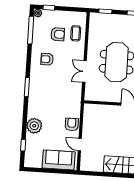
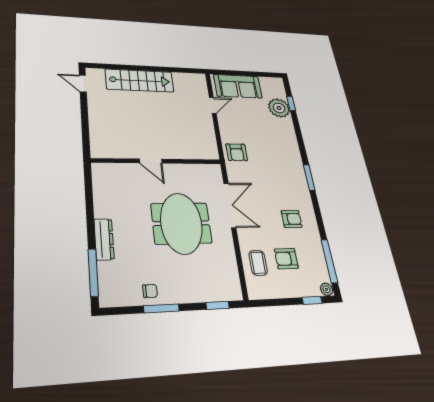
double door: (84, 72) -> (230, 205), width x1.37
armchair: (72, 124) -> (237, 152), moved
plant: (34, 126) -> (279, 108), moved
door: (80, 145) -> (213, 105), hinge flipped

